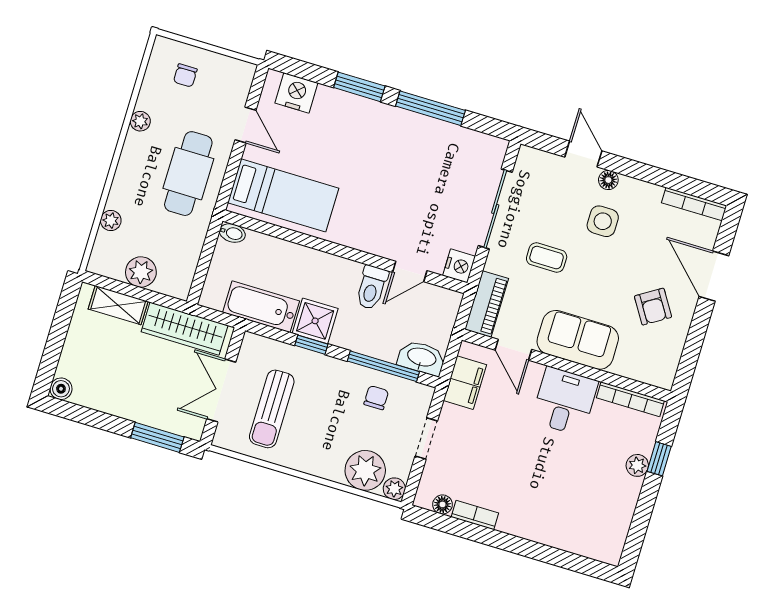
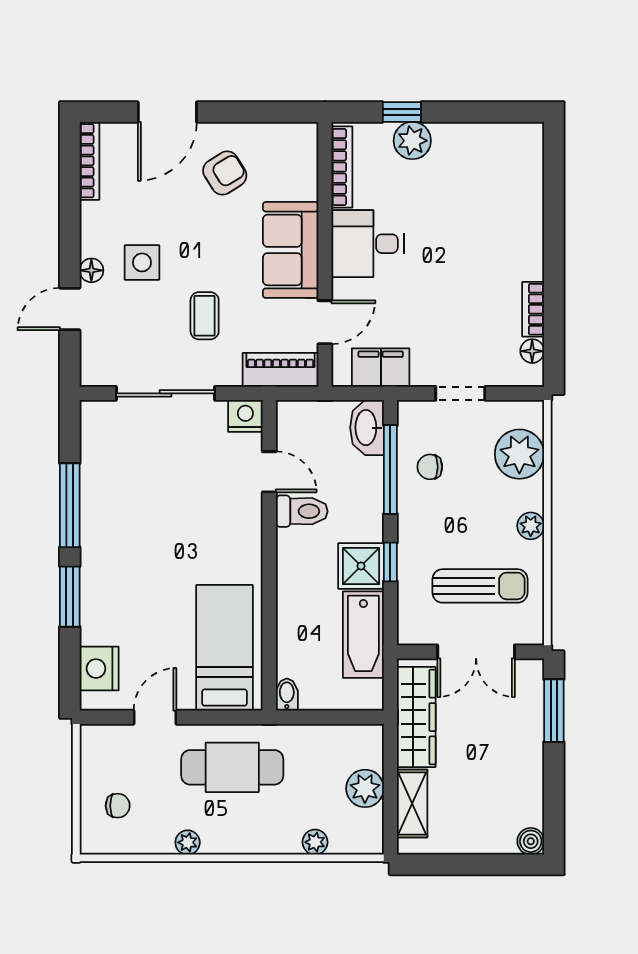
plant: (637, 465) -> (412, 141), width x1.38, depth x1.38
plant: (394, 489) -> (531, 526), moved

